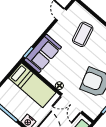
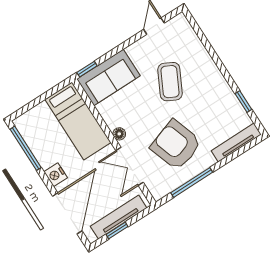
coffee table: (83, 34) -> (170, 82), moved, turned -49

